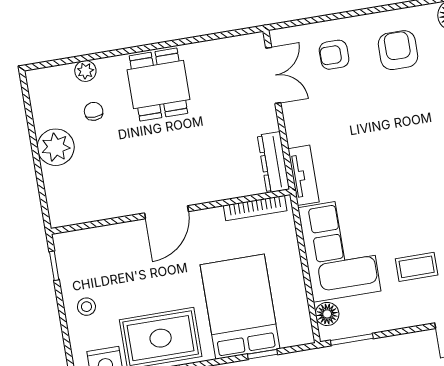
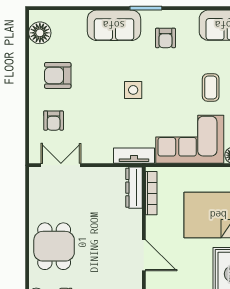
dining table: (158, 85) -> (54, 246), turned 90
side table: (395, 159) -> (133, 90), added
dresser: (273, 162) -> (134, 188), moved, turned 90

